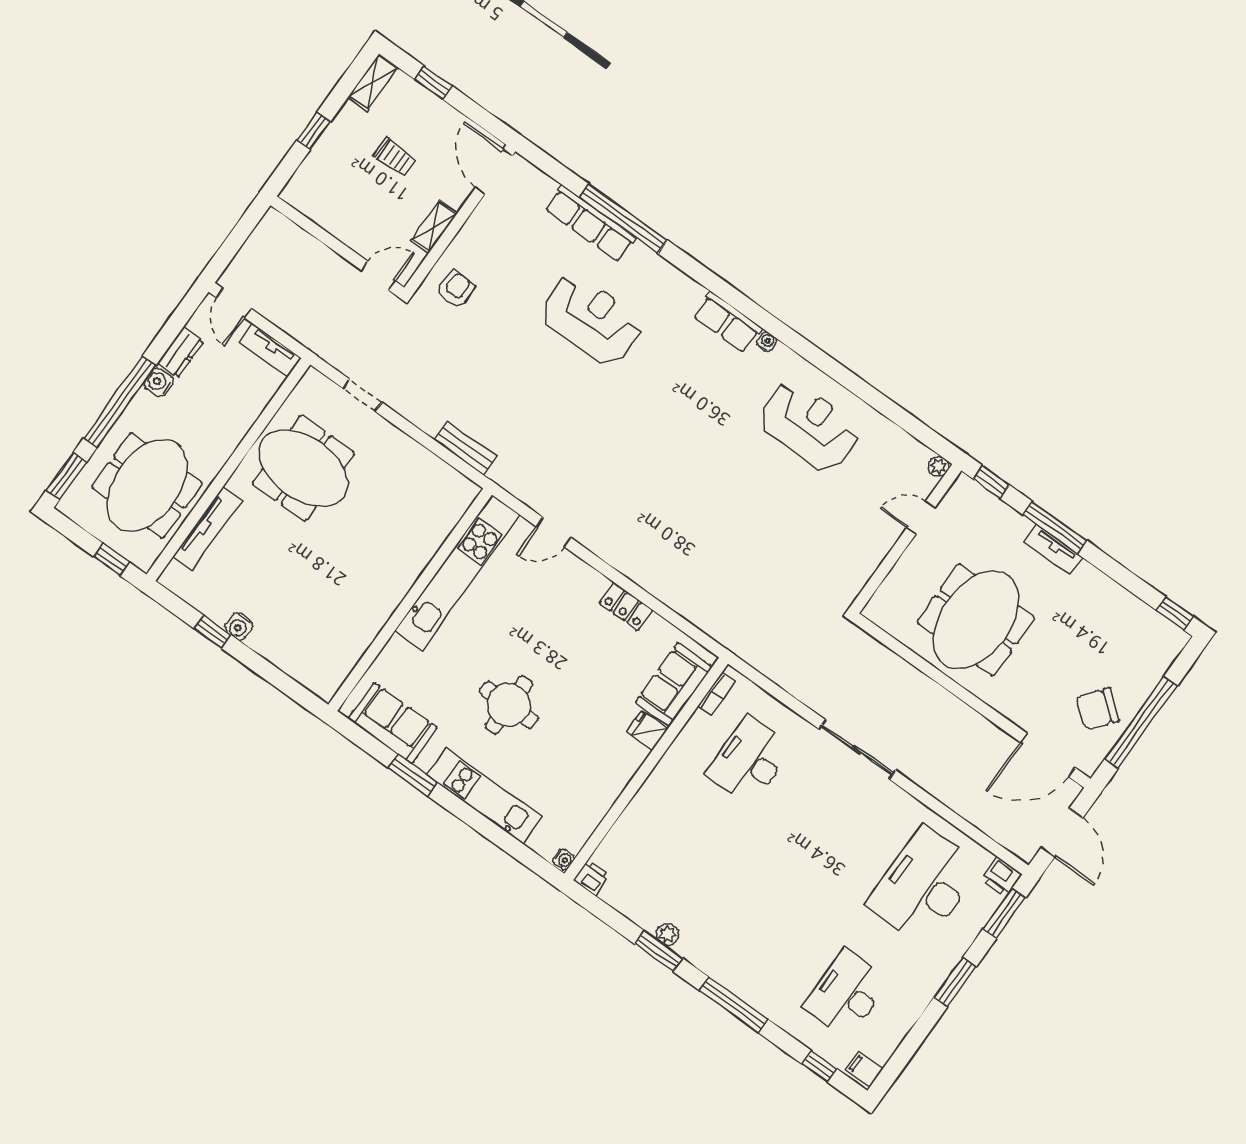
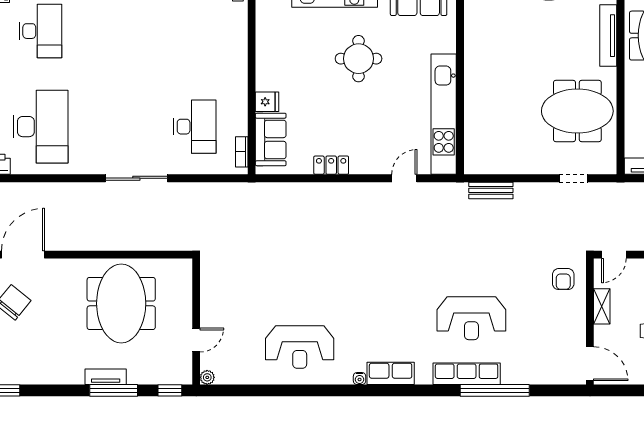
row of seats: (590, 223) -> (467, 374), moved

